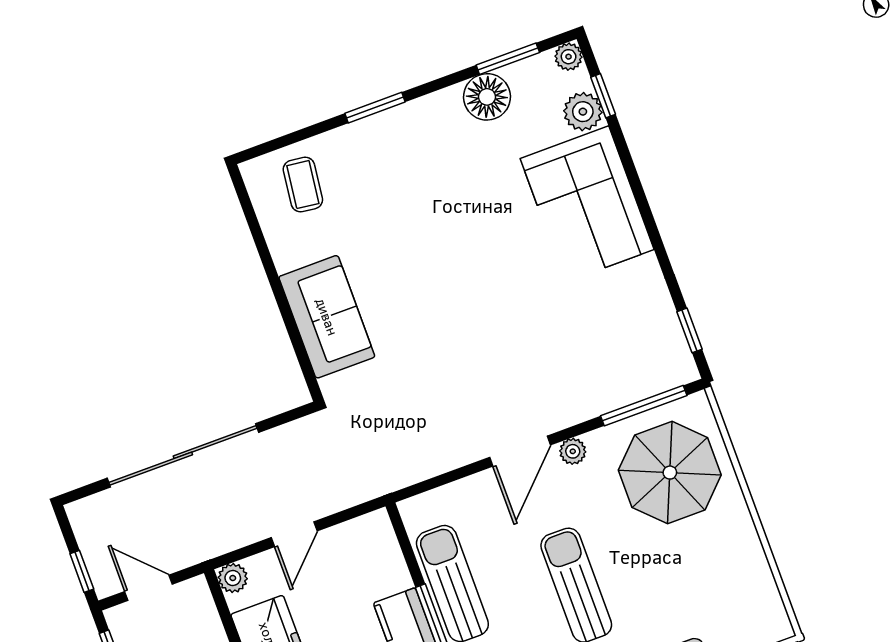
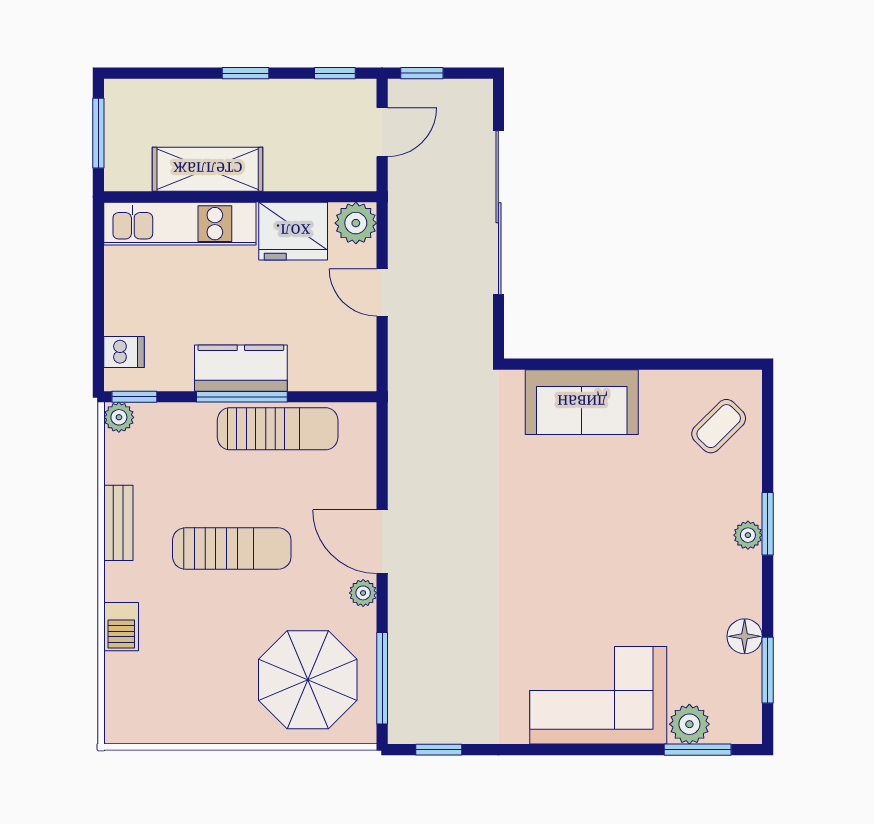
plant: (569, 57) -> (748, 535), moved
window: (603, 96) -> (698, 750), width x1.50
floor lamp: (487, 97) -> (745, 636), width x0.73, depth x0.73
coffee table: (303, 185) -> (719, 426), turned -52
plant: (233, 578) -> (356, 223), width x1.38, depth x1.38

